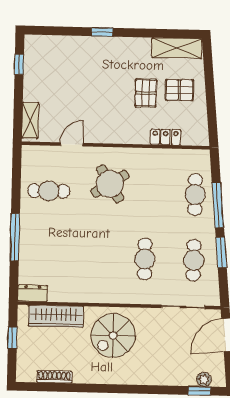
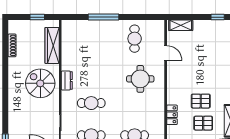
pallet: (179, 90) -> (203, 123), turned 90
round table: (110, 184) -> (140, 79), turned 32
dresser: (33, 293) -> (67, 81), moved

